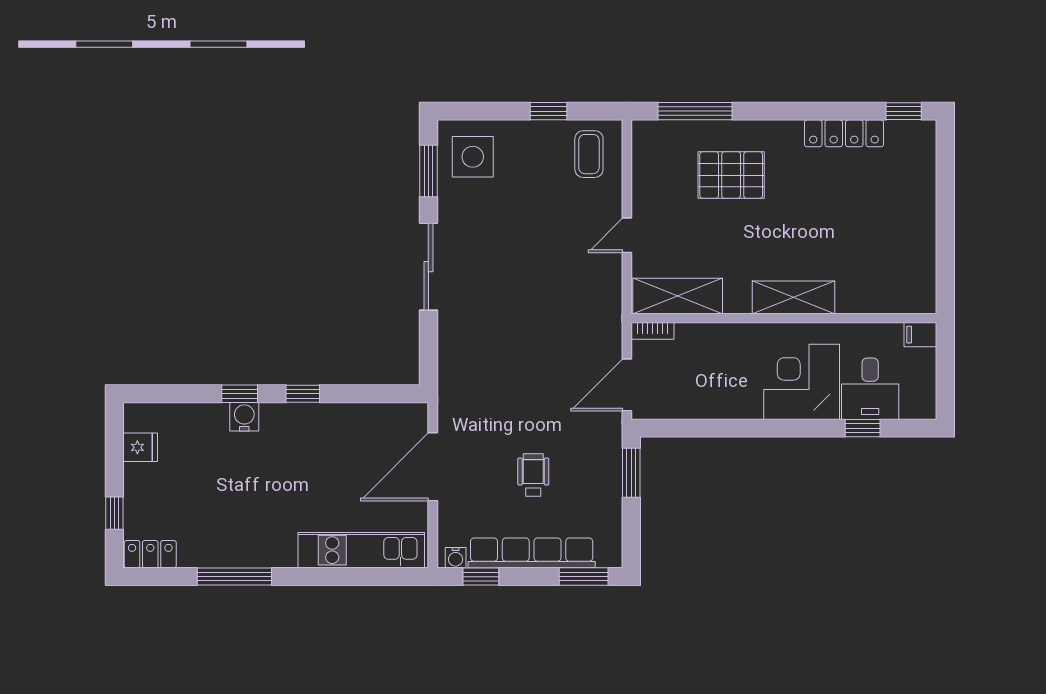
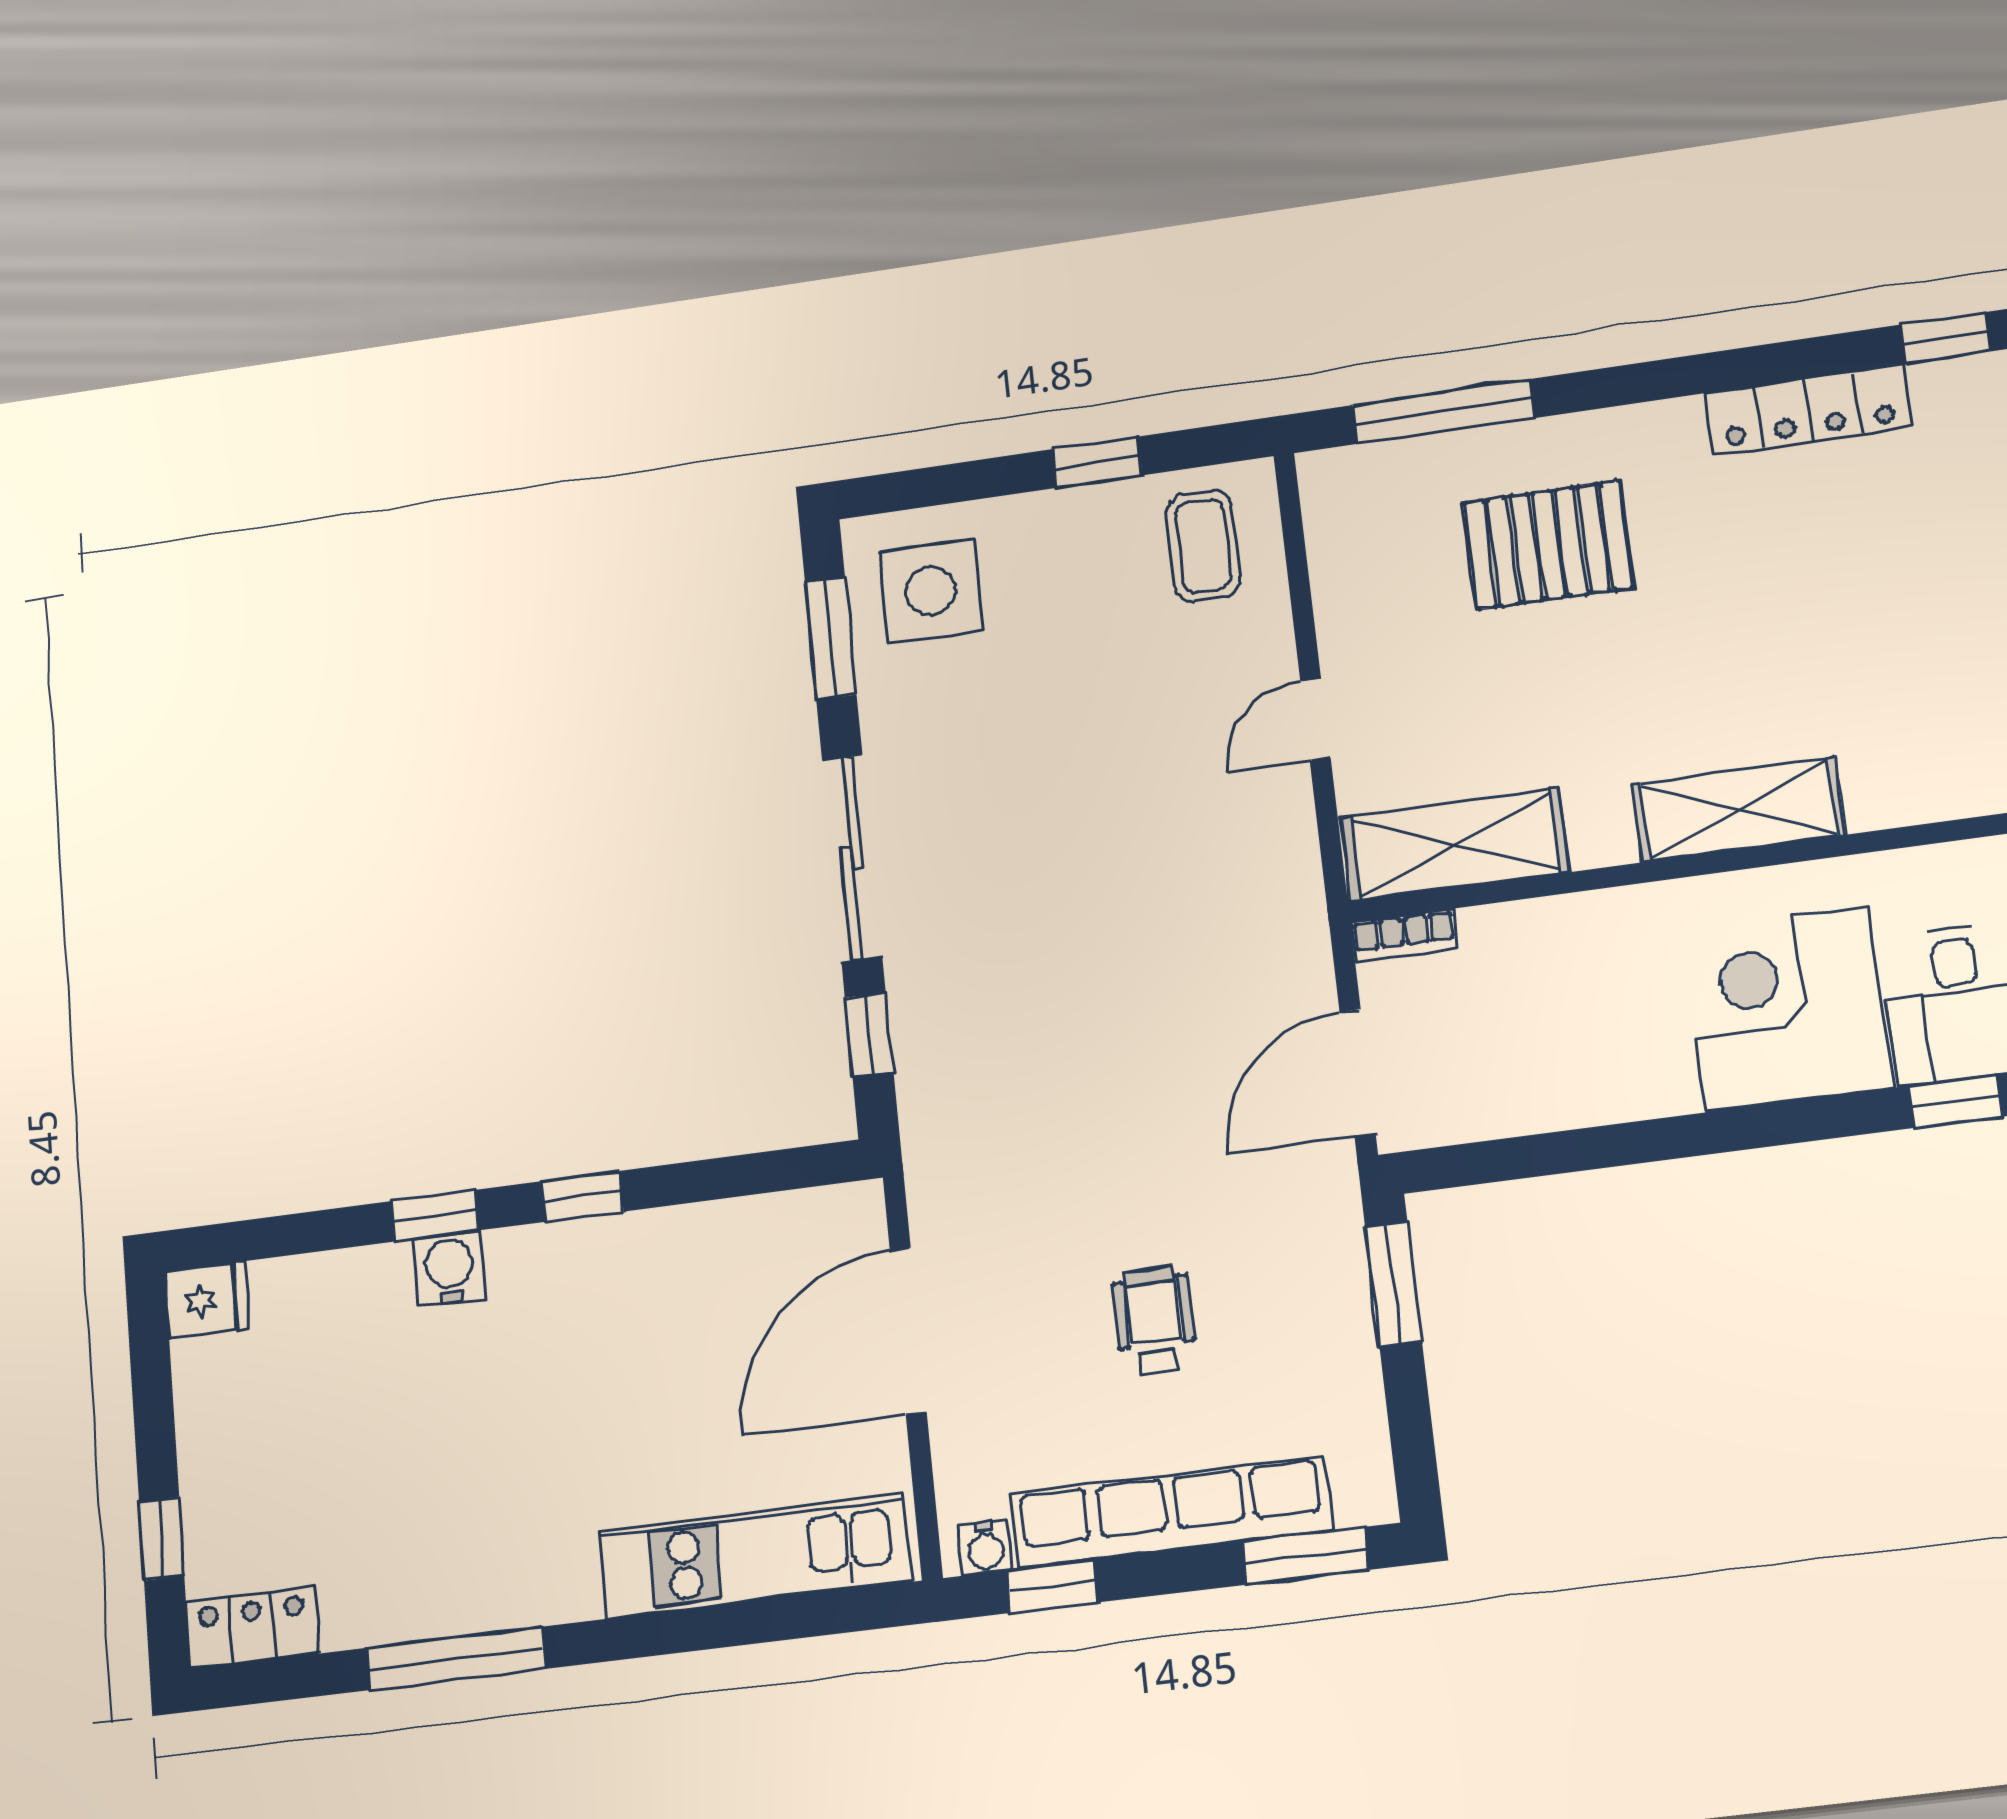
window: (428, 342) -> (869, 1035), added
fridge: (140, 447) -> (207, 1300), moved

